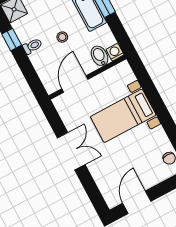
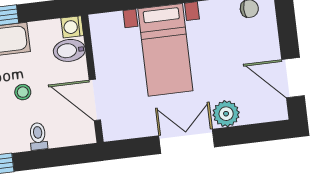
toilet: (32, 46) -> (38, 136), moved
plant: (98, 169) -> (226, 114), added

